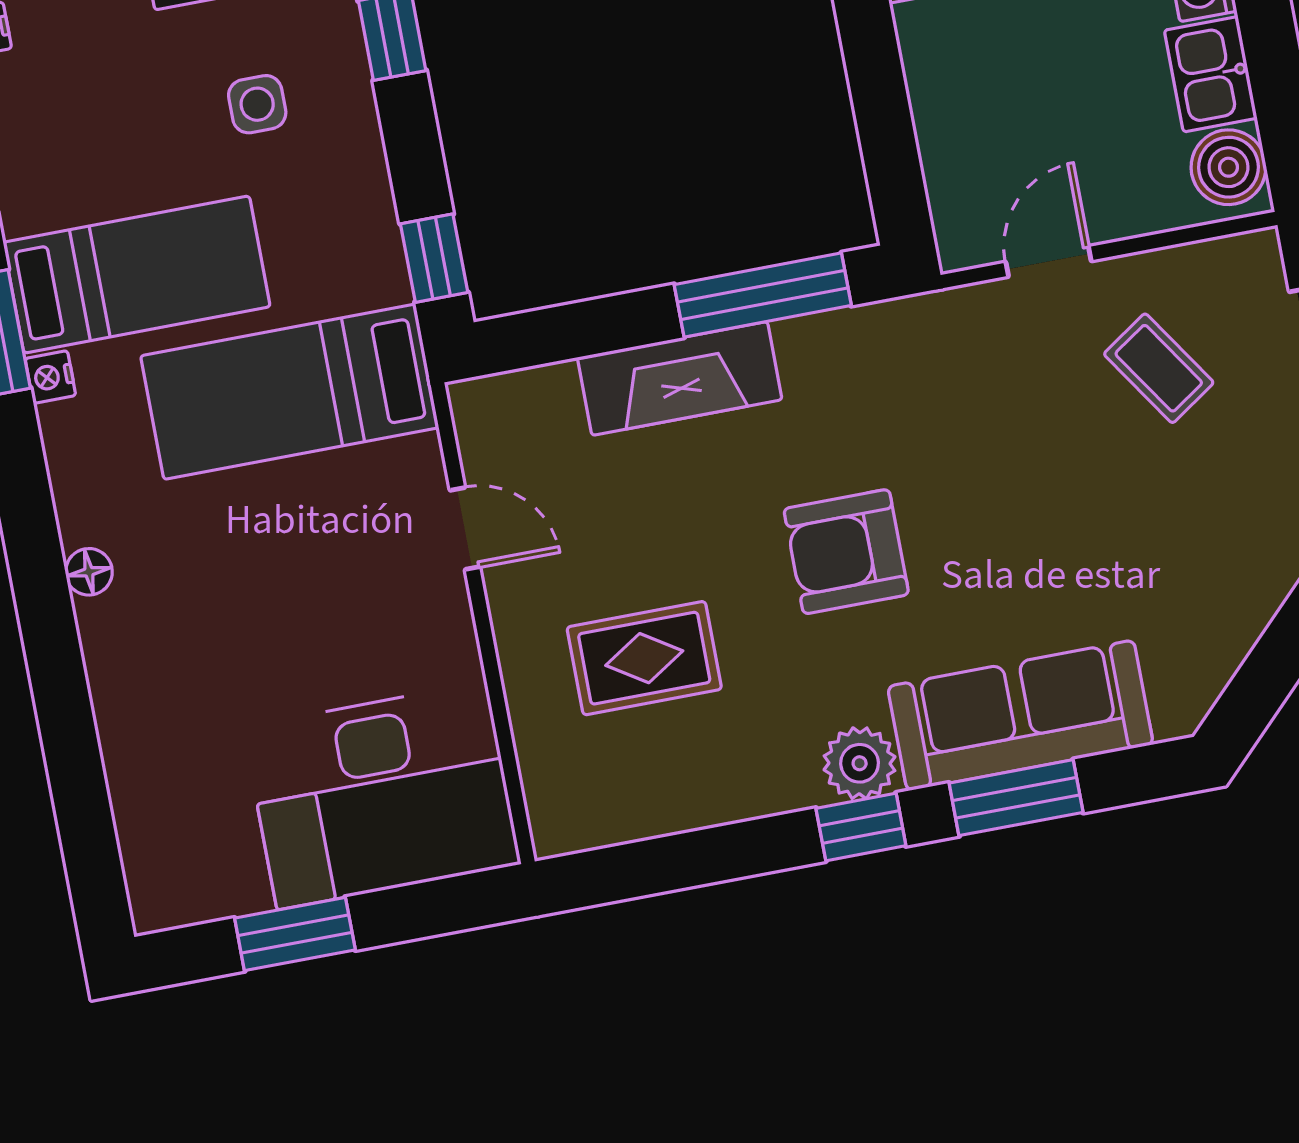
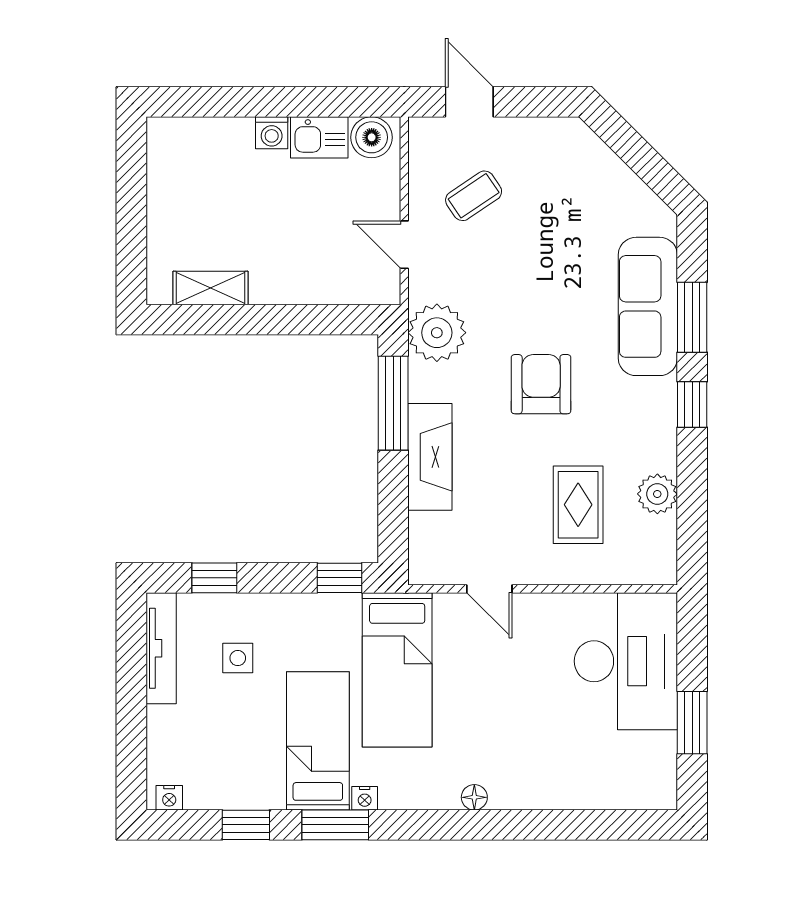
plant: (903, 349) -> (437, 333), added
door: (465, 529) -> (489, 589), swing flipped
armchair: (846, 552) -> (541, 384), turned 180
plant: (860, 763) -> (657, 494), moved

